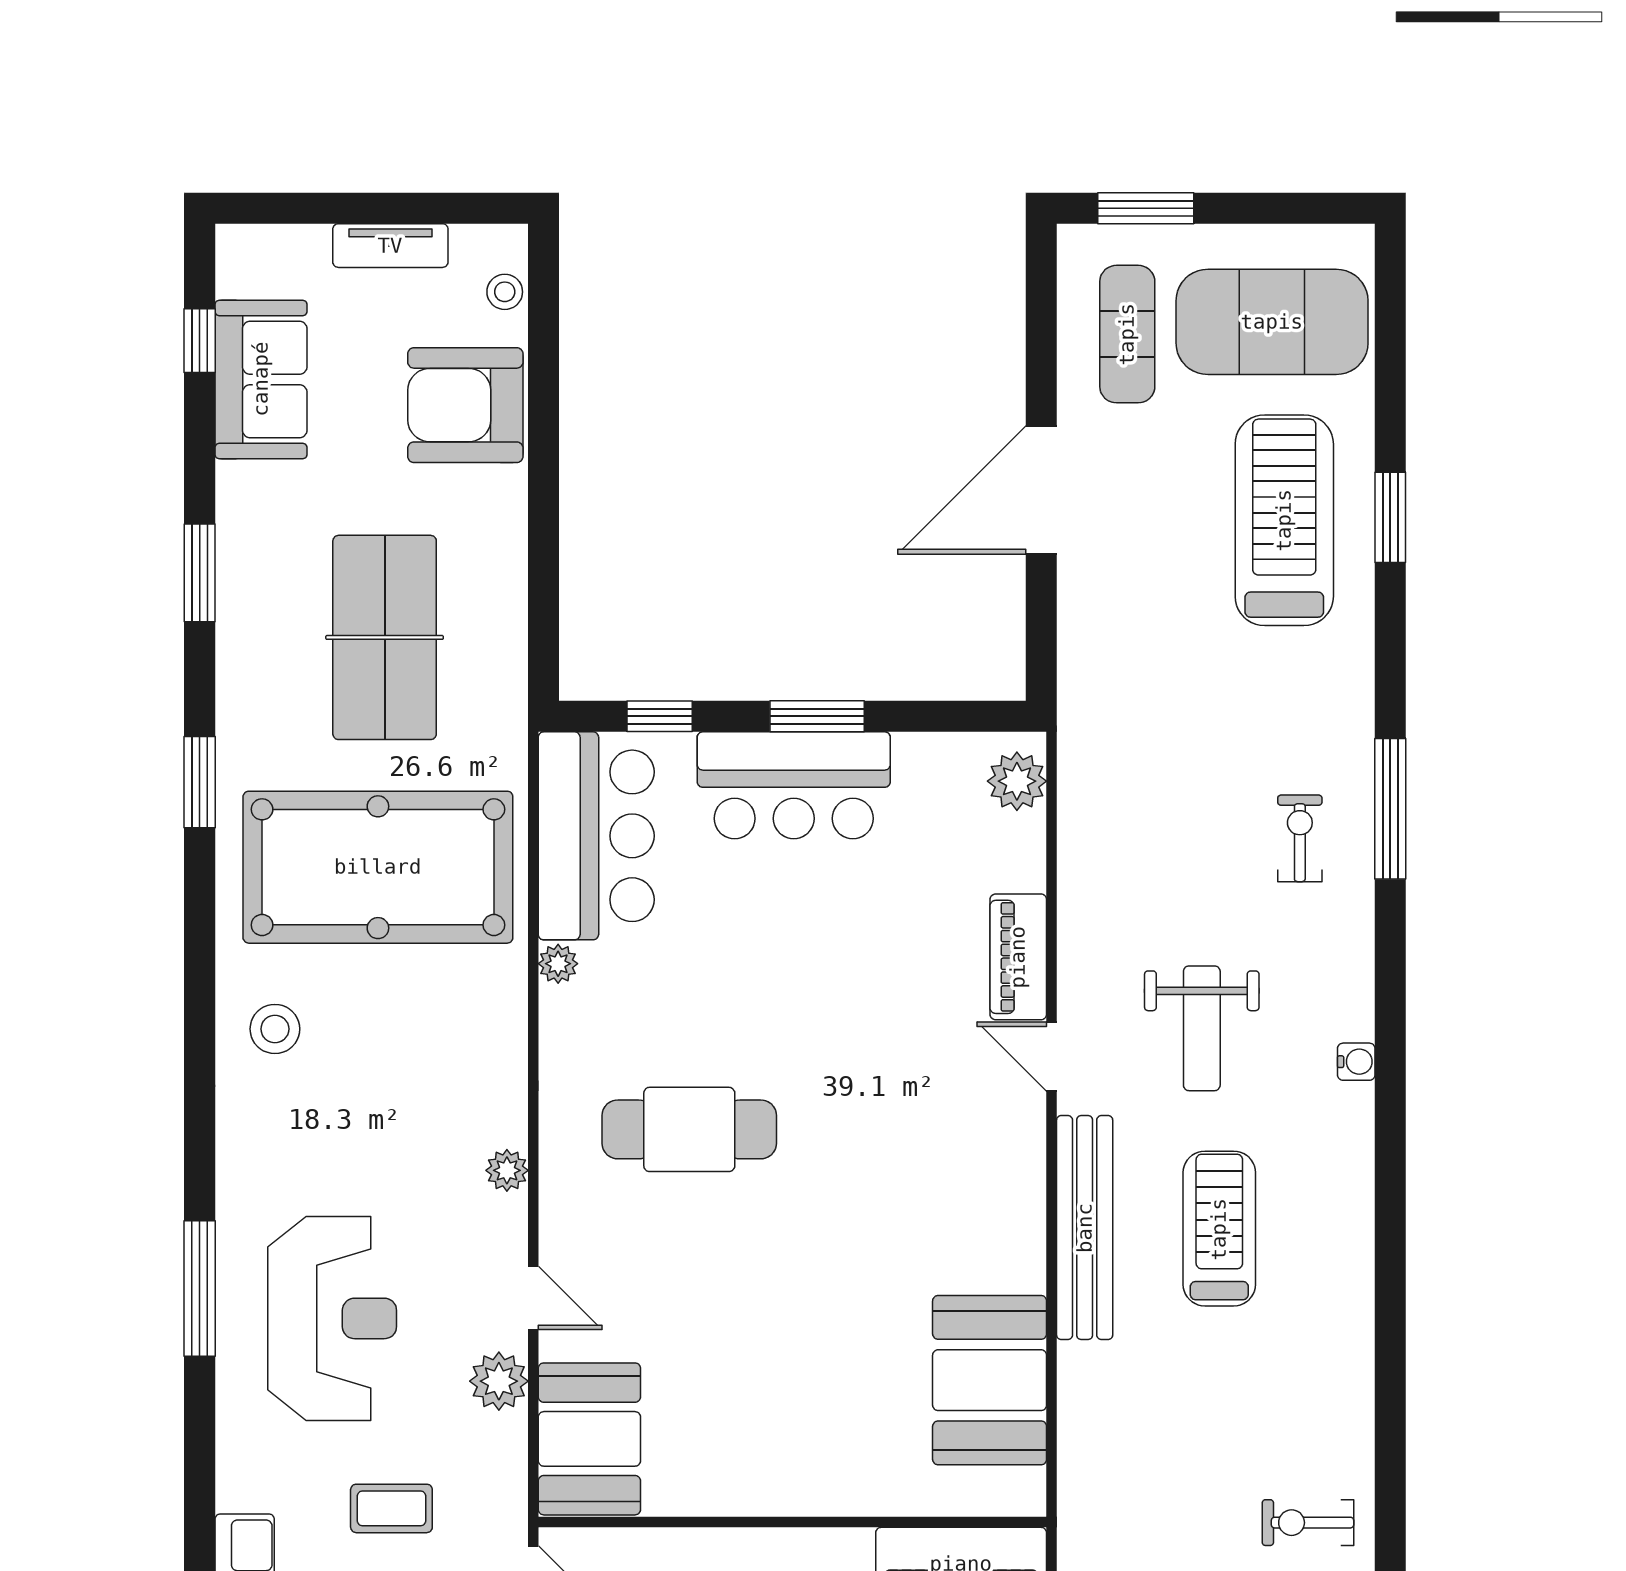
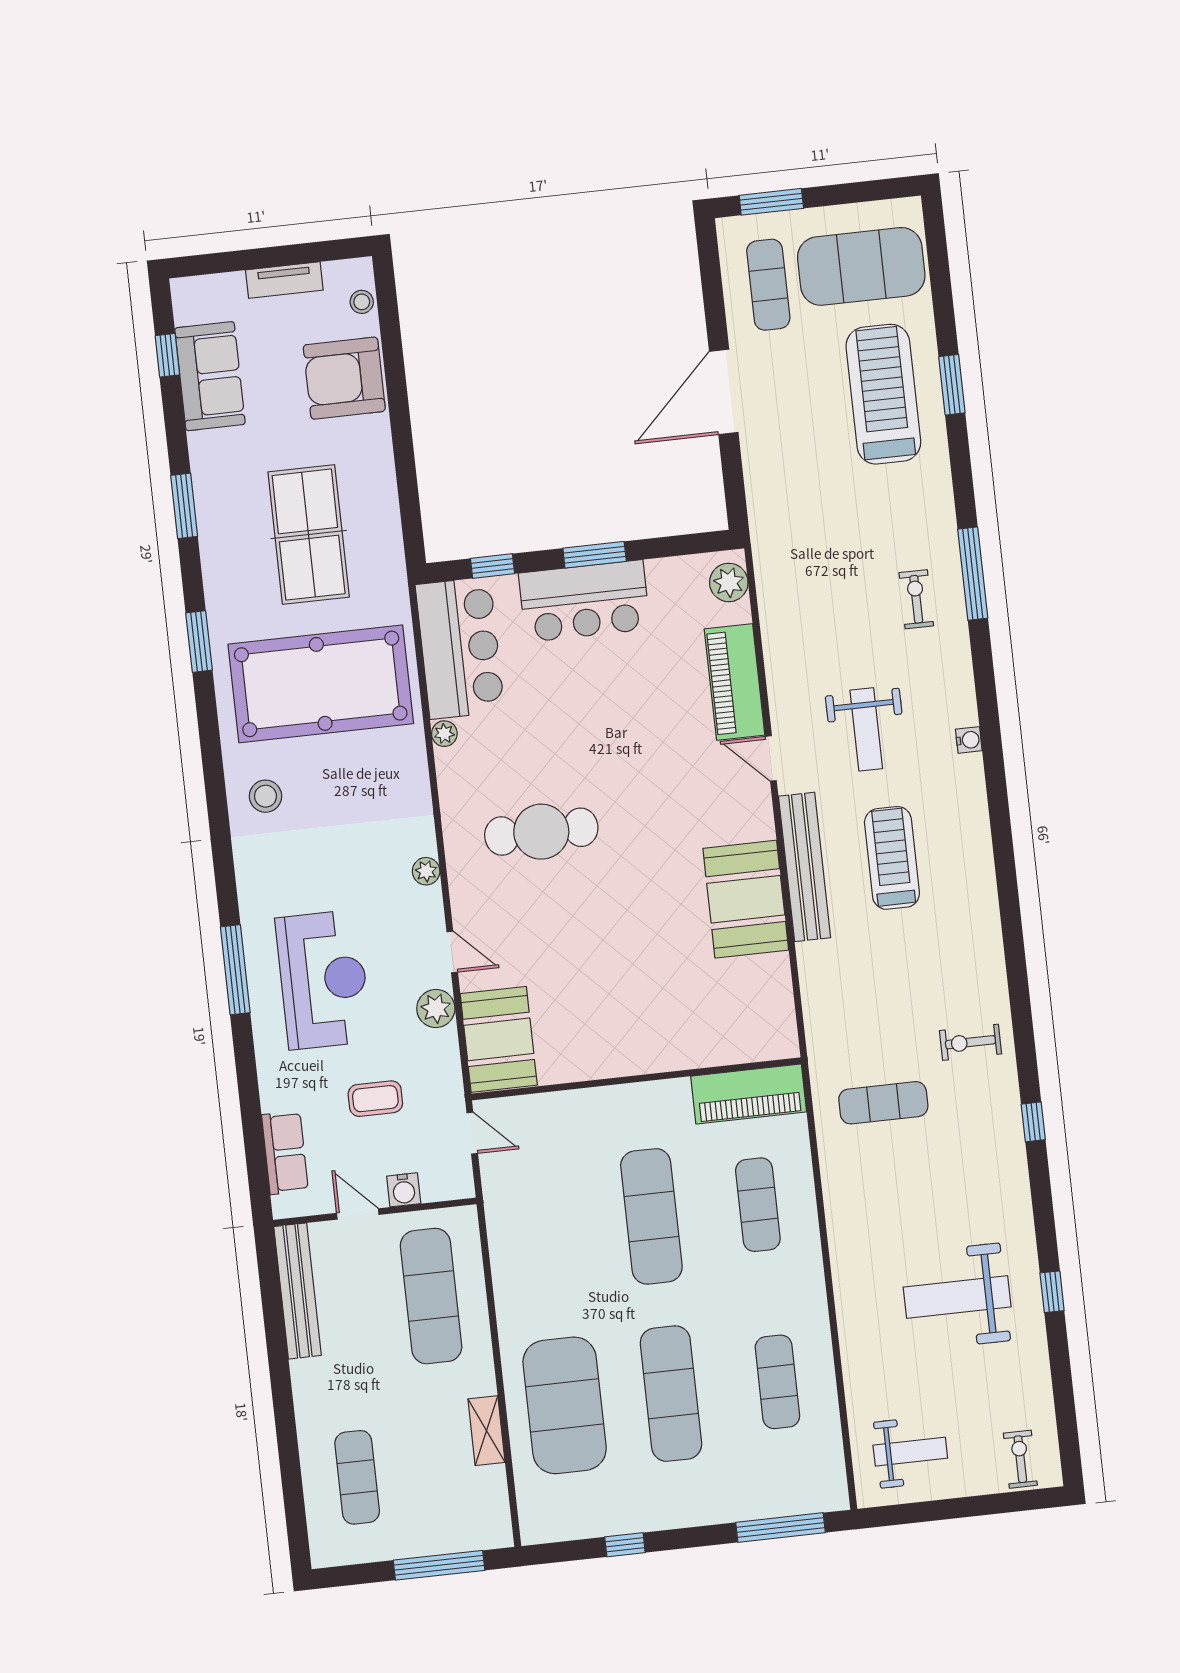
piano: (1018, 957) -> (735, 682), width x1.37, depth x1.33
booth: (990, 1380) -> (746, 899), moved

